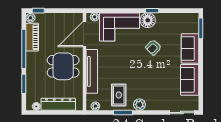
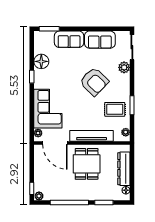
floor lamp: (148, 20) -> (41, 61), moved
piano: (32, 37) -> (58, 194), removed
armchair: (154, 47) -> (94, 82), moved, width x1.88, depth x1.88
plant: (139, 105) -> (124, 67), moved

